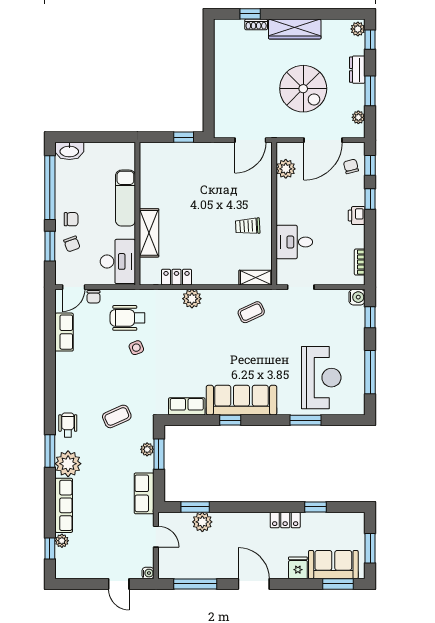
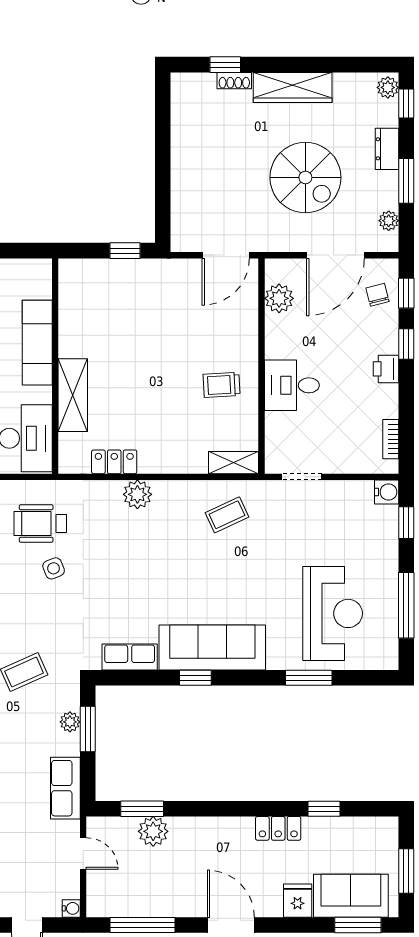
desk: (294, 242) -> (292, 385), moved

